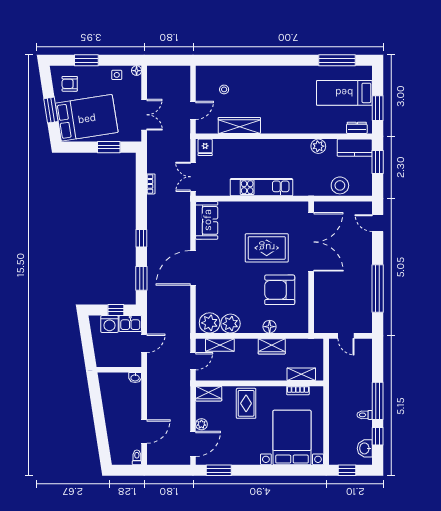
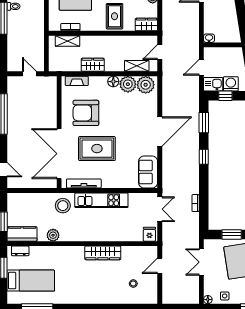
wardrobe: (239, 125) -> (103, 253), moved
stool: (340, 185) -> (63, 206), moved
tv unit: (282, 207) -> (84, 184), added
armchair: (280, 290) -> (86, 113), turned 180
floor lamp: (270, 327) -> (113, 82), moved
fireplace: (290, 327) -> (77, 81), added

